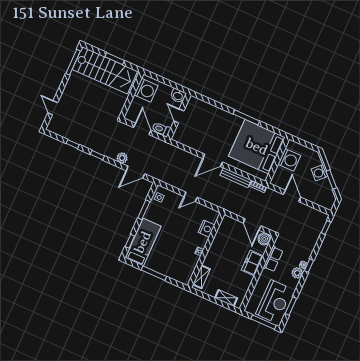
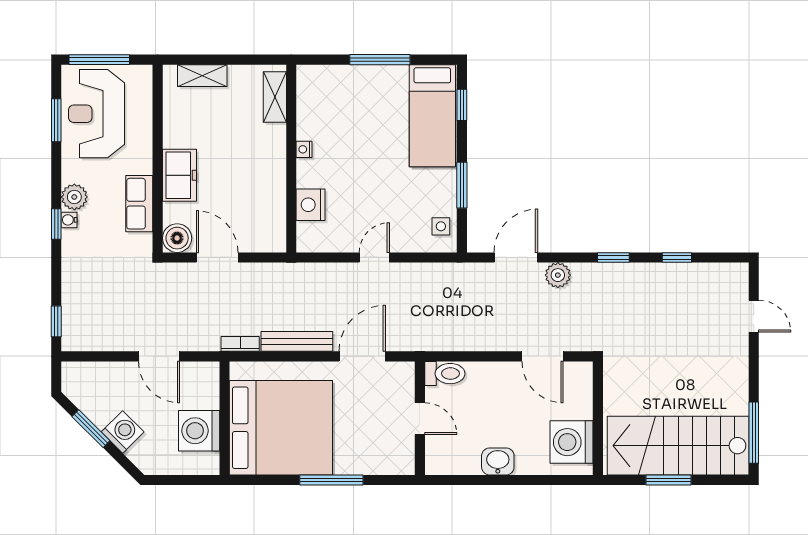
door: (179, 116) -> (420, 419), moved
wall: (179, 116) -> (420, 418), moved
toilet: (161, 129) -> (445, 374), moved

